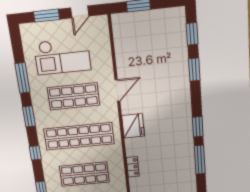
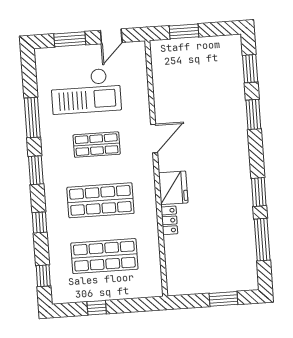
shop shelf: (73, 96) -> (97, 145), width x0.70, depth x0.74
shop shelf: (79, 136) -> (100, 200), width x0.71
locker: (133, 167) -> (169, 220), moved

